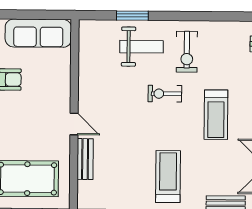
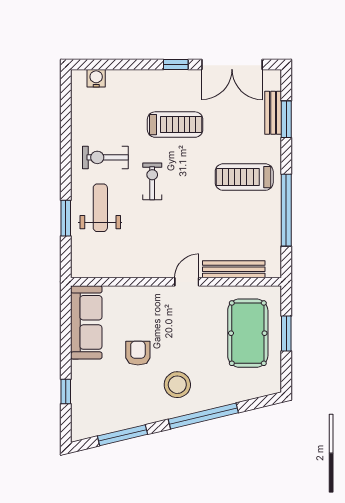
exercise bike: (187, 52) -> (105, 157), turned 180
exercise bike: (165, 94) -> (152, 181), turned 180
bench: (85, 159) -> (234, 269), width x1.36

